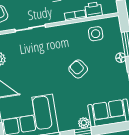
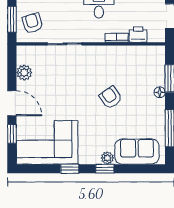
side table: (96, 34) -> (136, 61), removed

